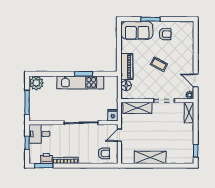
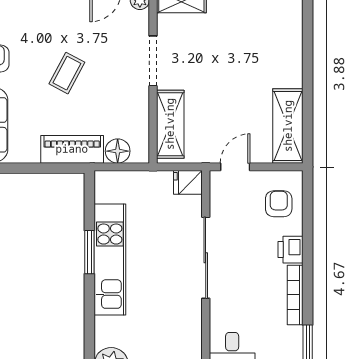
door: (119, 135) -> (235, 167), swing flipped
shelving: (150, 157) -> (288, 126), moved
printer: (46, 158) -> (291, 250), moved

